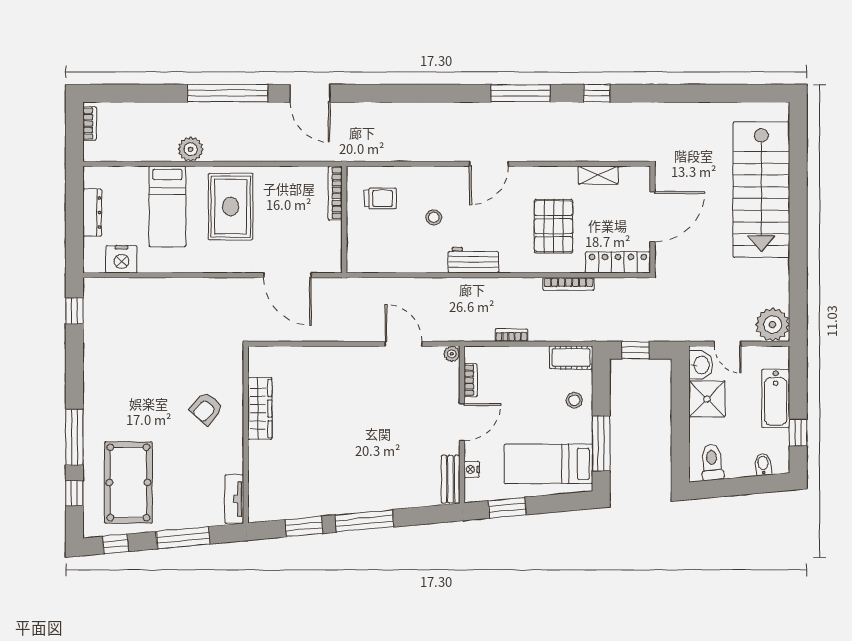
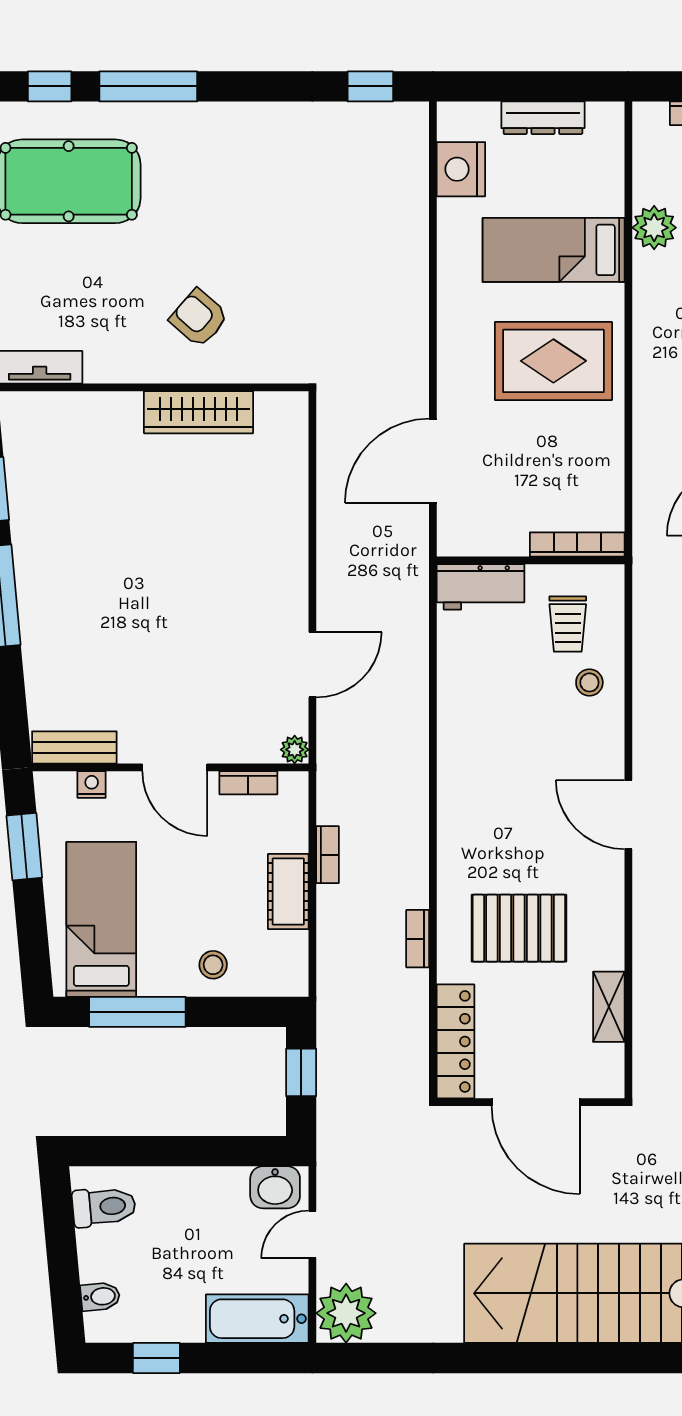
plant: (191, 149) -> (654, 228), moved
stool: (434, 217) -> (589, 682), moved
workbench: (473, 260) -> (481, 587), moved, turned 90
bookcase: (569, 284) -> (418, 939), width x0.64
cot: (571, 357) -> (288, 891), moved
bathtub: (776, 398) -> (257, 1319), moved
shower: (707, 399) -> (215, 1198), removed

